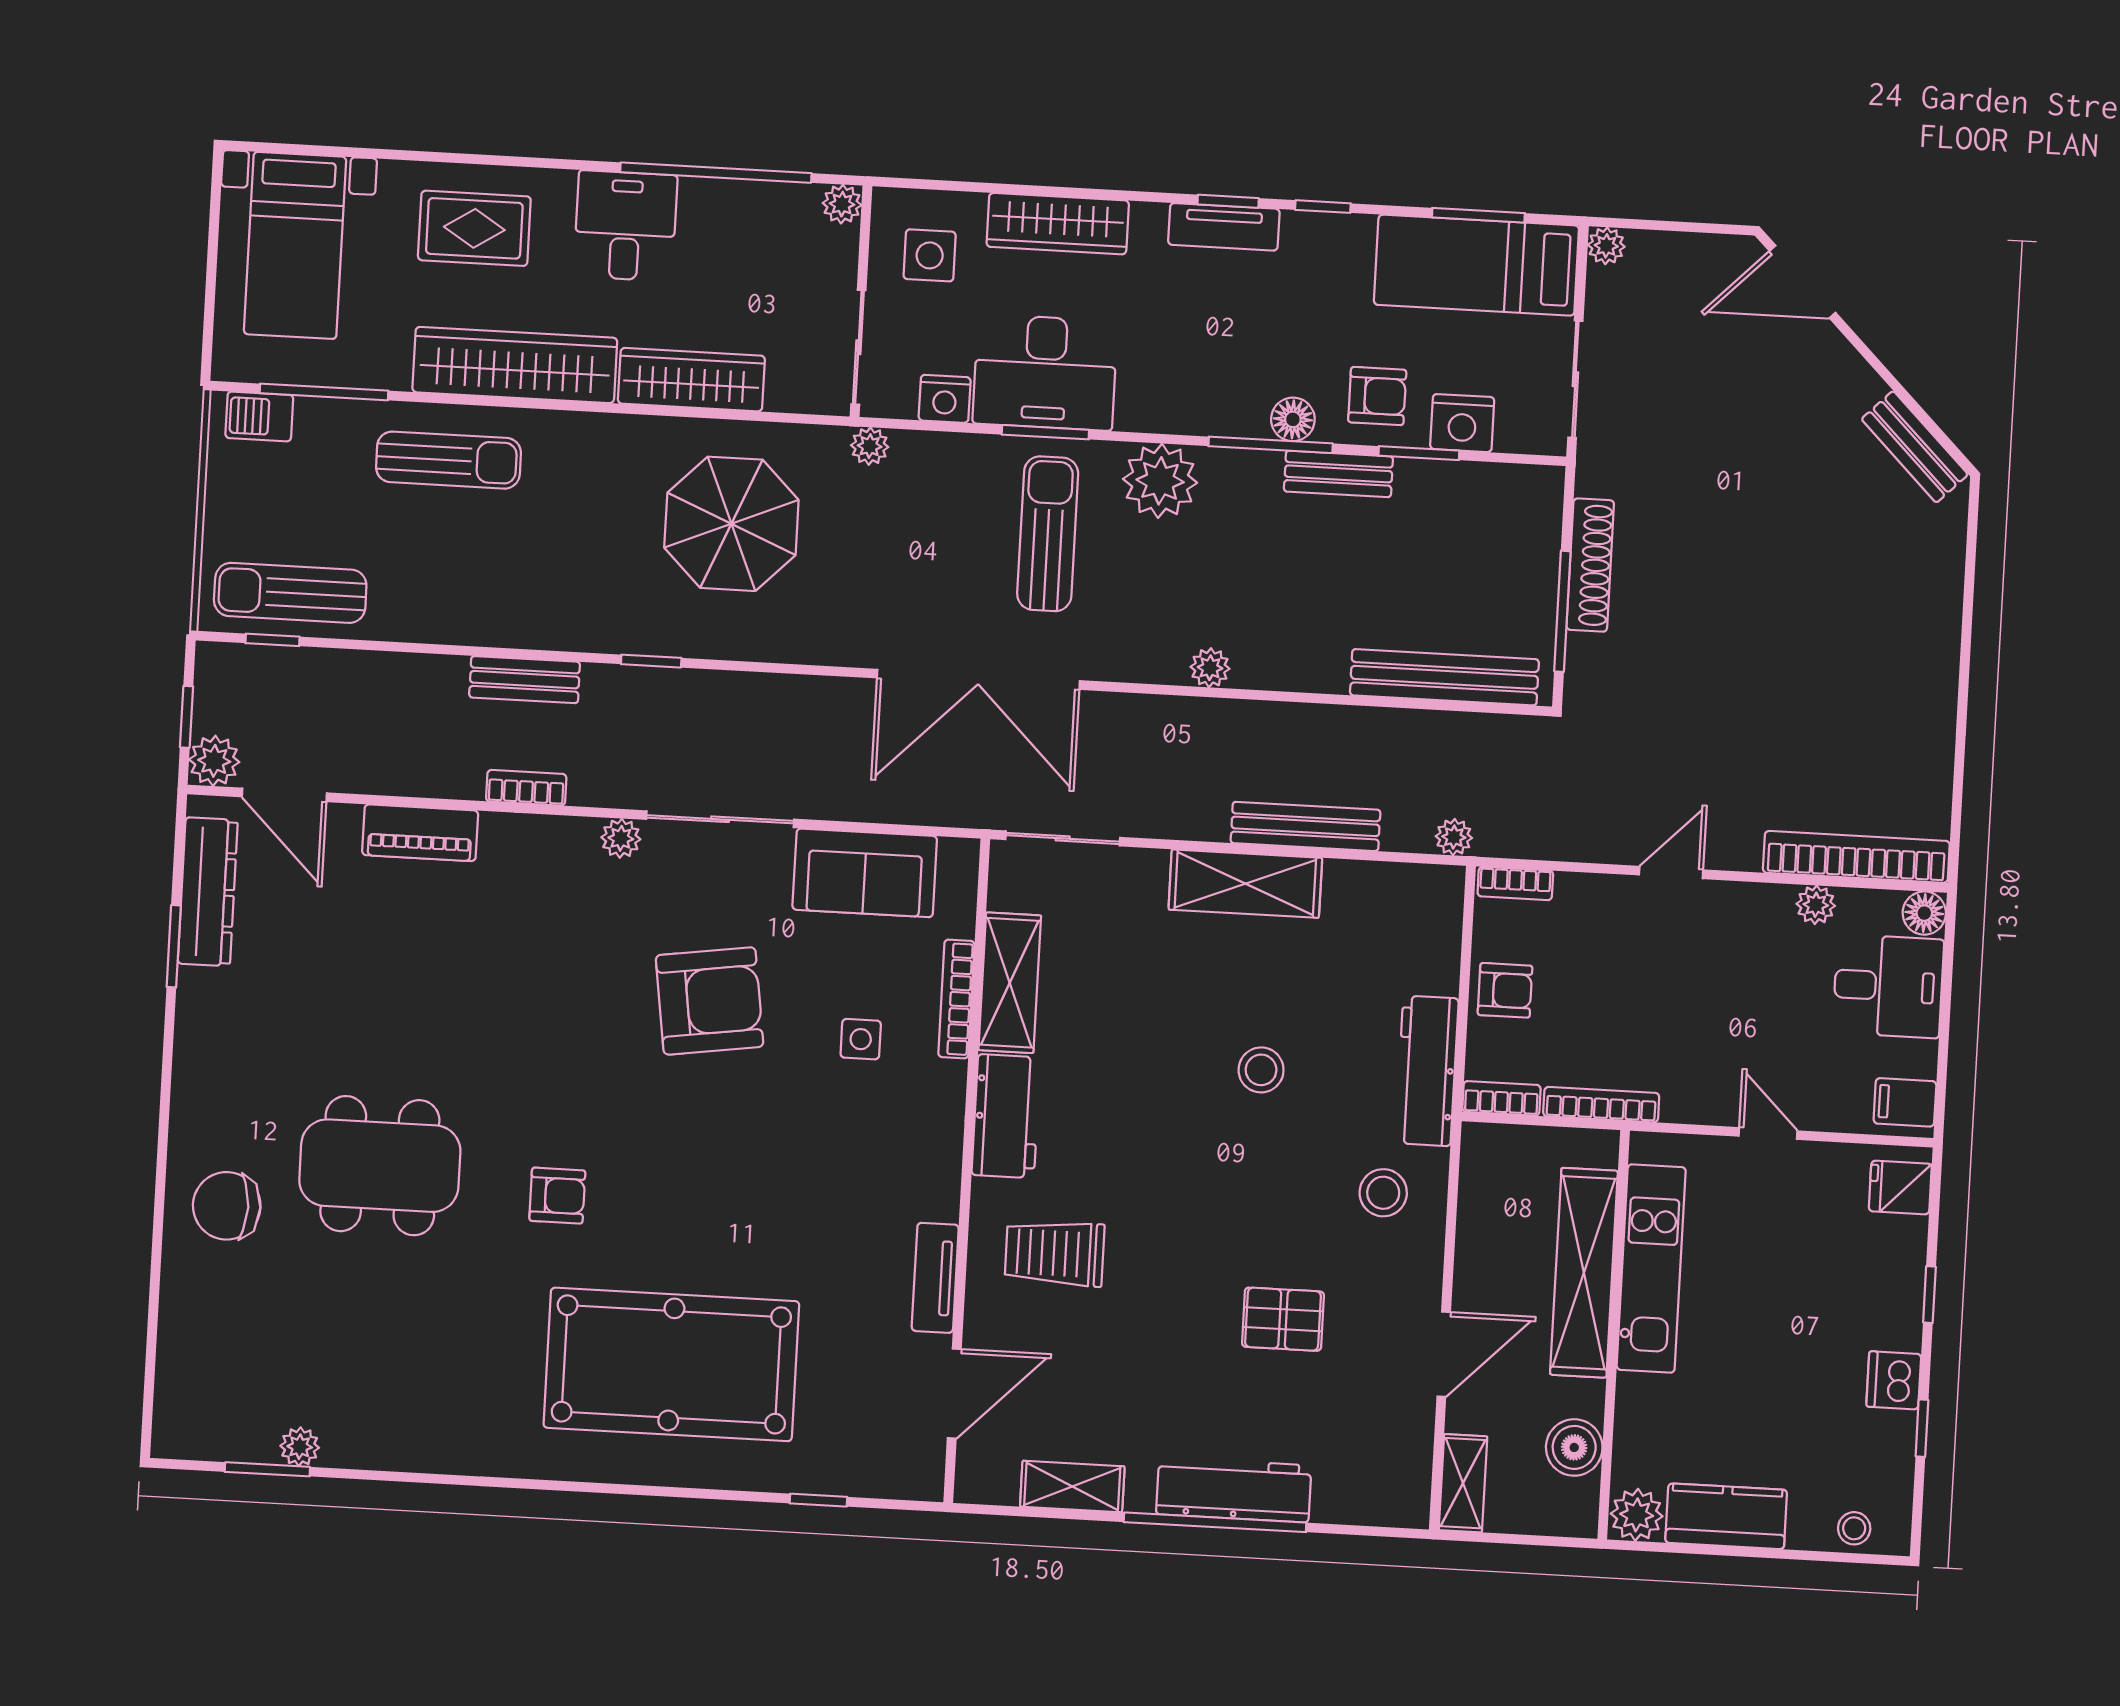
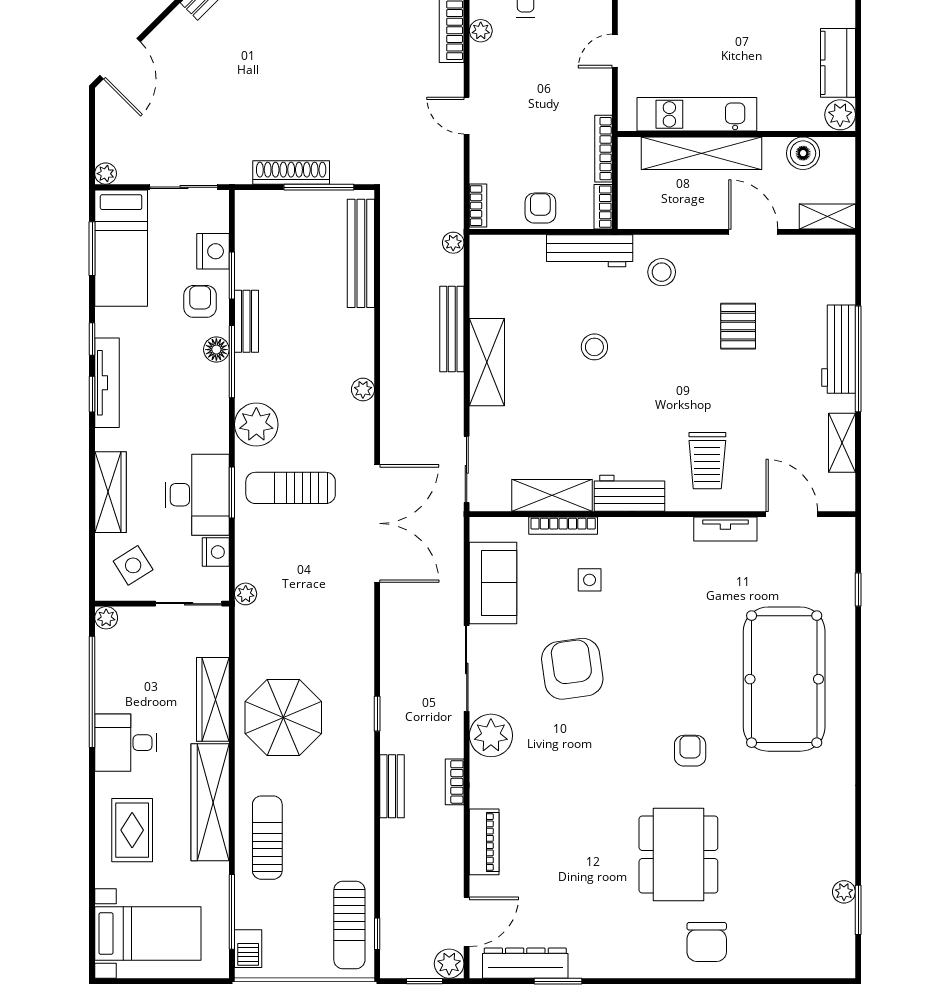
tv unit: (1224, 227) -> (107, 383), width x1.41
side table: (930, 255) -> (133, 565), turned -32
parasol: (731, 524) -> (283, 718), moved
plant: (621, 838) -> (491, 735), width x1.88, depth x1.88

